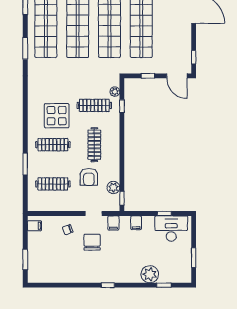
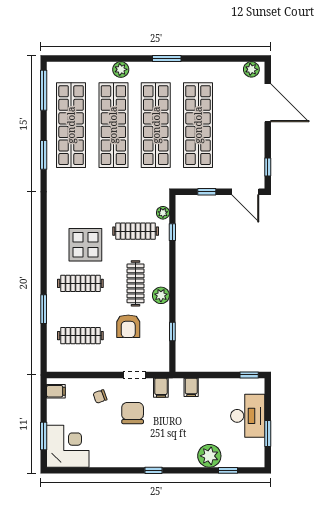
plant: (113, 187) -> (161, 295), moved
window: (122, 198) -> (172, 332), moved
window: (164, 214) -> (249, 375), moved
desk: (171, 229) -> (248, 416), moved, turned 90
corner desk: (43, 267) -> (68, 446), added

